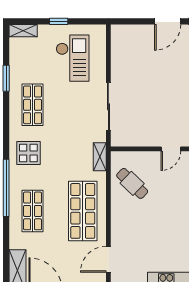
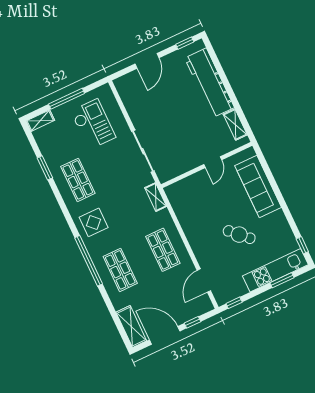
window: (59, 21) -> (67, 99), width x2.17
door: (168, 21) -> (147, 61), moved
cafe table: (132, 183) -> (239, 235), moved
shop shelf: (83, 211) -> (163, 250), width x0.70, depth x0.74

